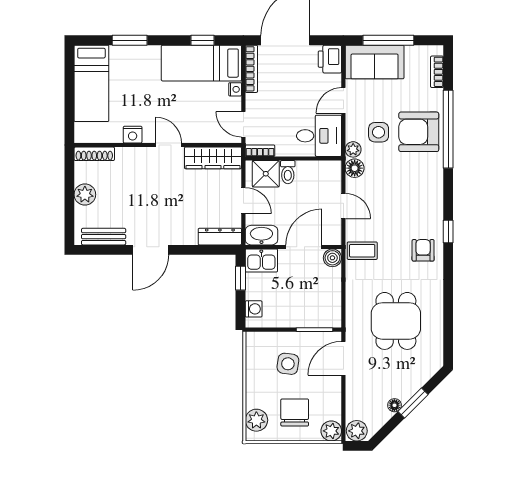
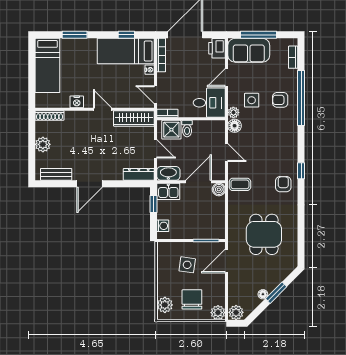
armchair: (419, 132) -> (280, 100), width x0.53, depth x0.53

